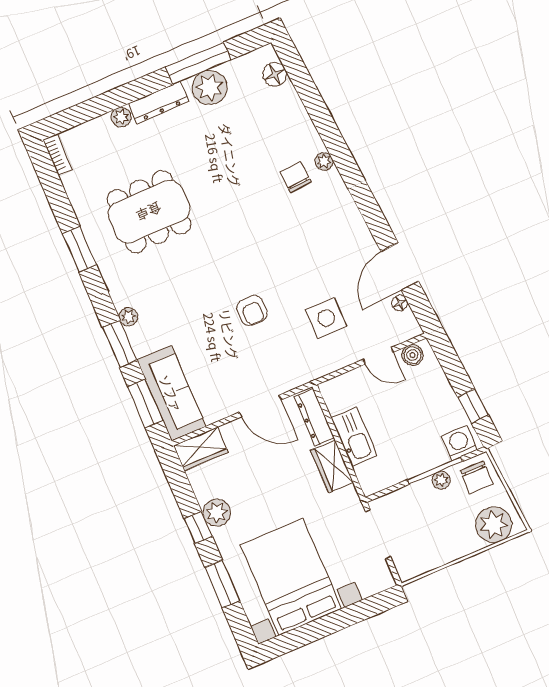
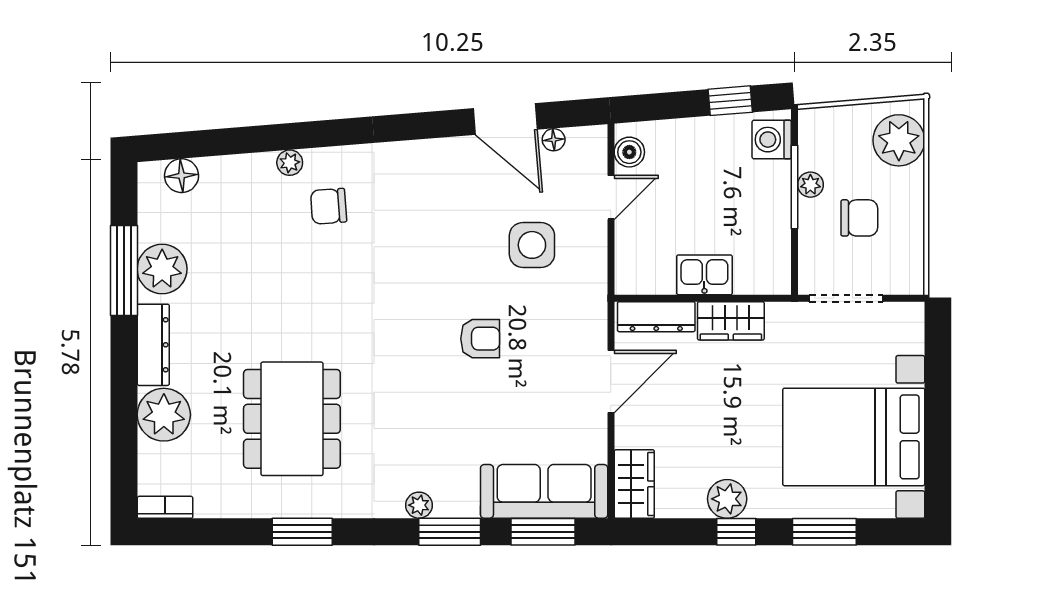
plant: (121, 117) -> (164, 415), width x1.87, depth x1.87
plant: (324, 162) -> (290, 163), moved
kitchen sink: (354, 437) -> (704, 275), width x0.73
chair: (477, 477) -> (859, 218), moved

